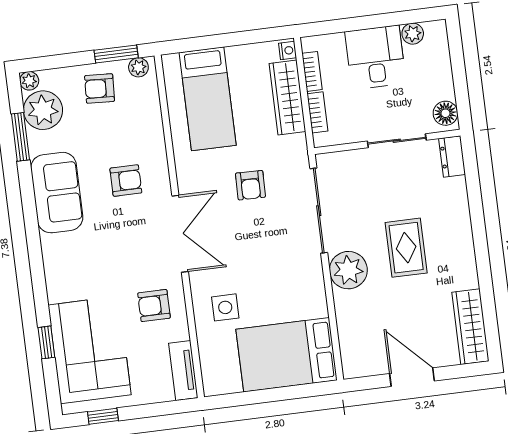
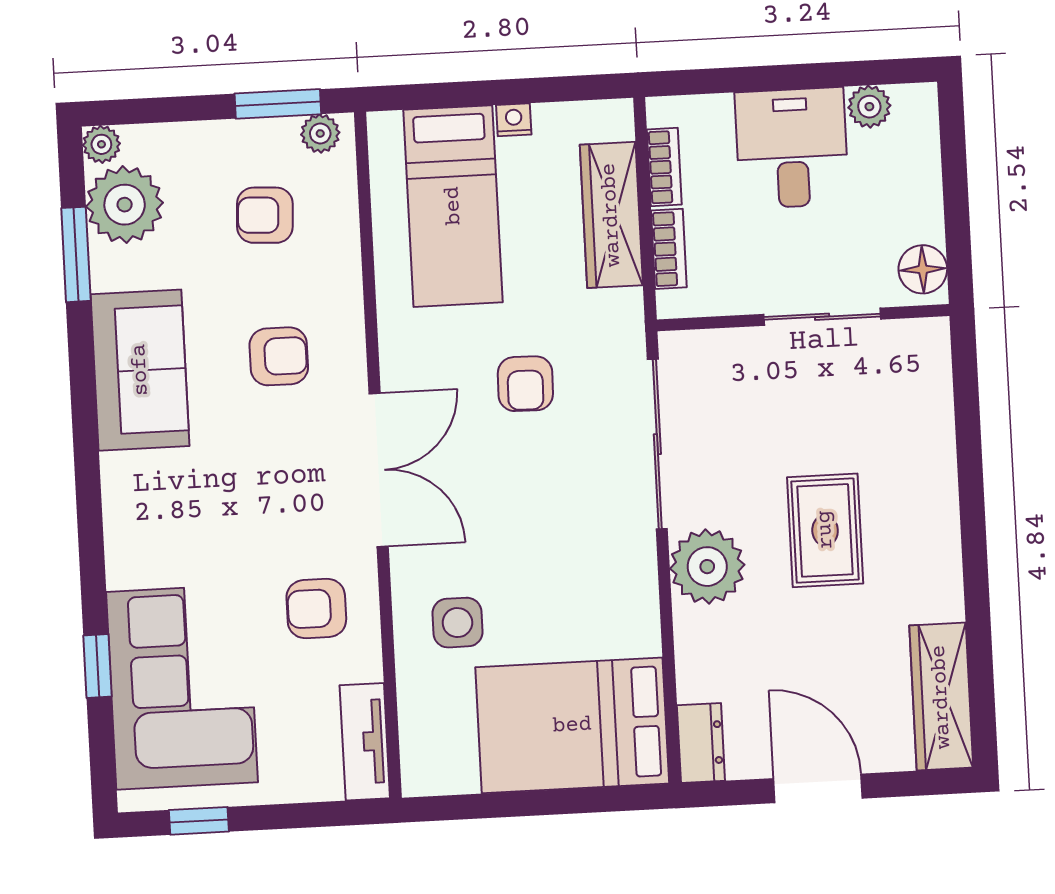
nightstand: (288, 50) -> (514, 120), moved, turned -90
armchair: (100, 88) -> (265, 215), moved
dresser: (452, 156) -> (701, 743), moved, turned 180

